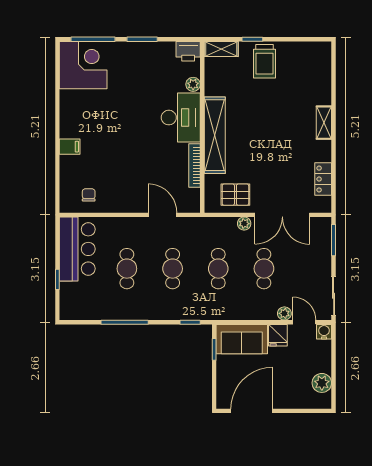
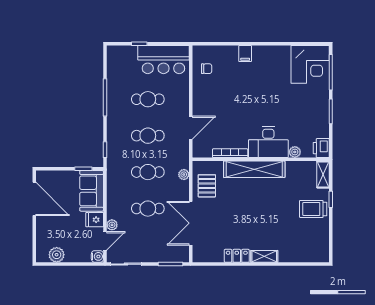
locker: (323, 179) -> (237, 256), moved
plant: (244, 224) -> (184, 175), moved

